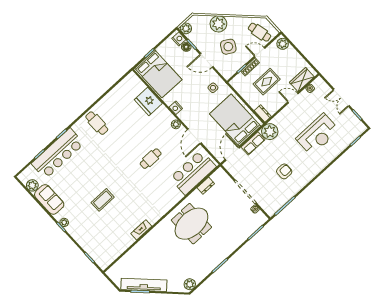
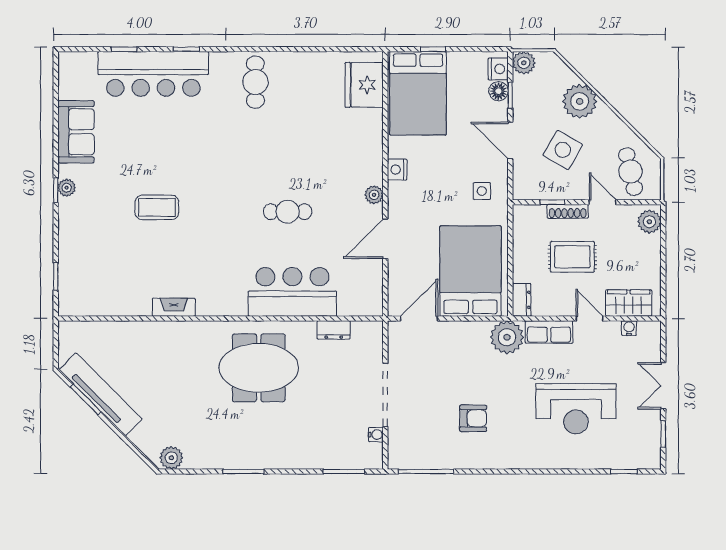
fridge: (148, 102) -> (364, 85), moved
row of seats: (253, 143) -> (549, 332), moved
bar counter: (193, 172) -> (292, 292), moved
plant: (32, 185) -> (70, 87), removed

